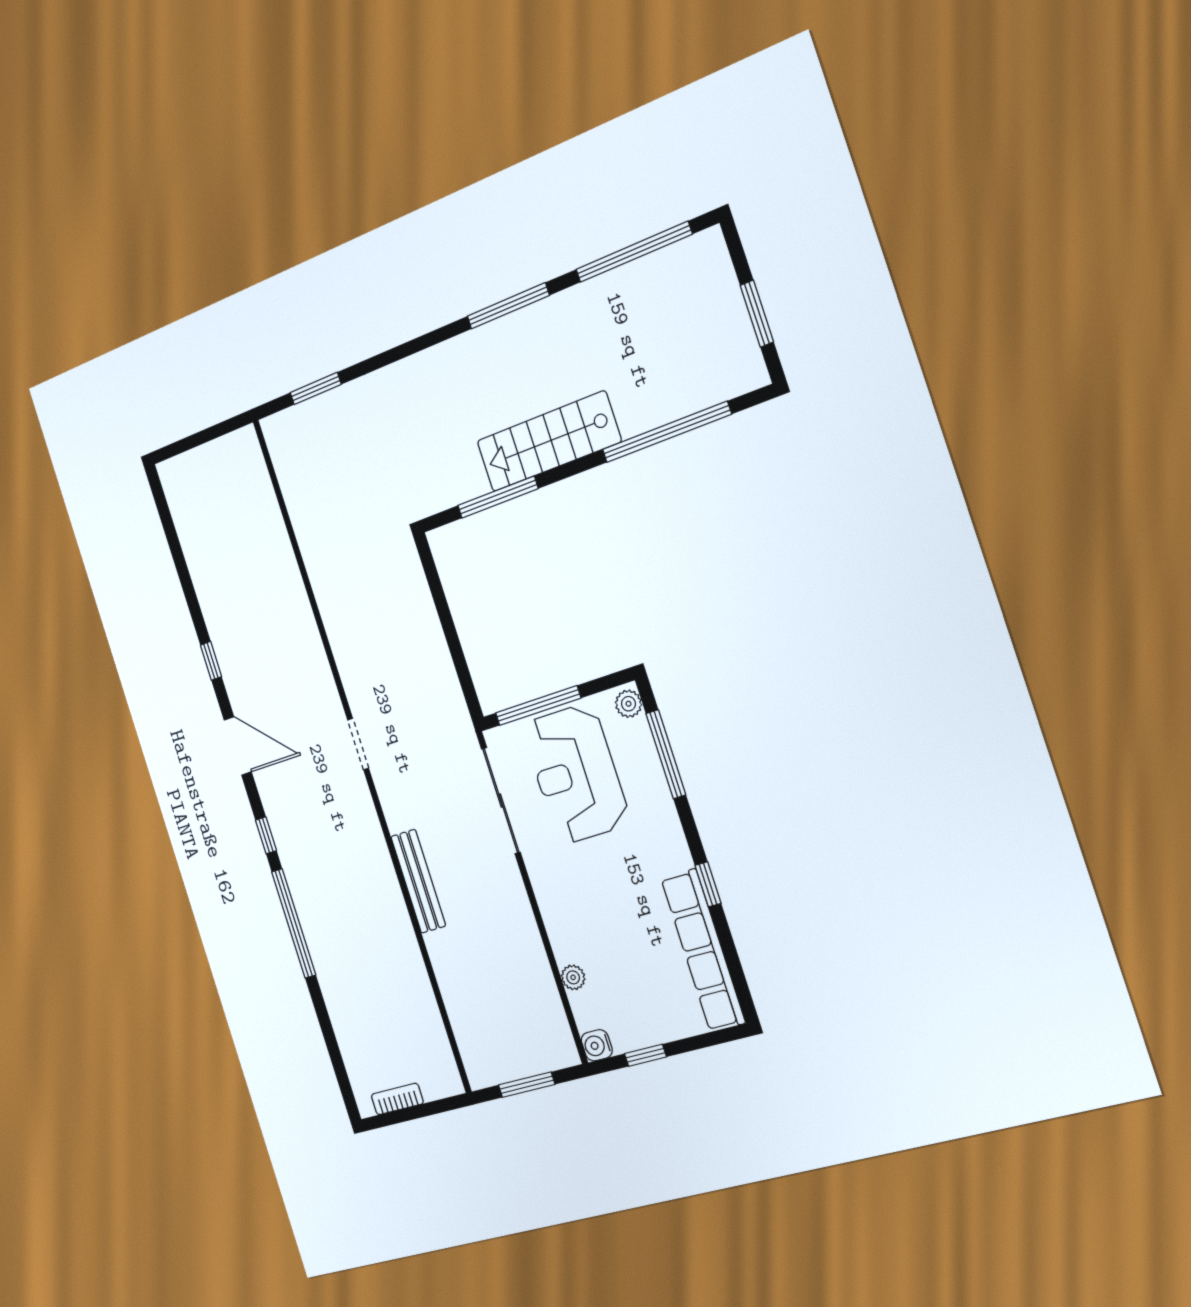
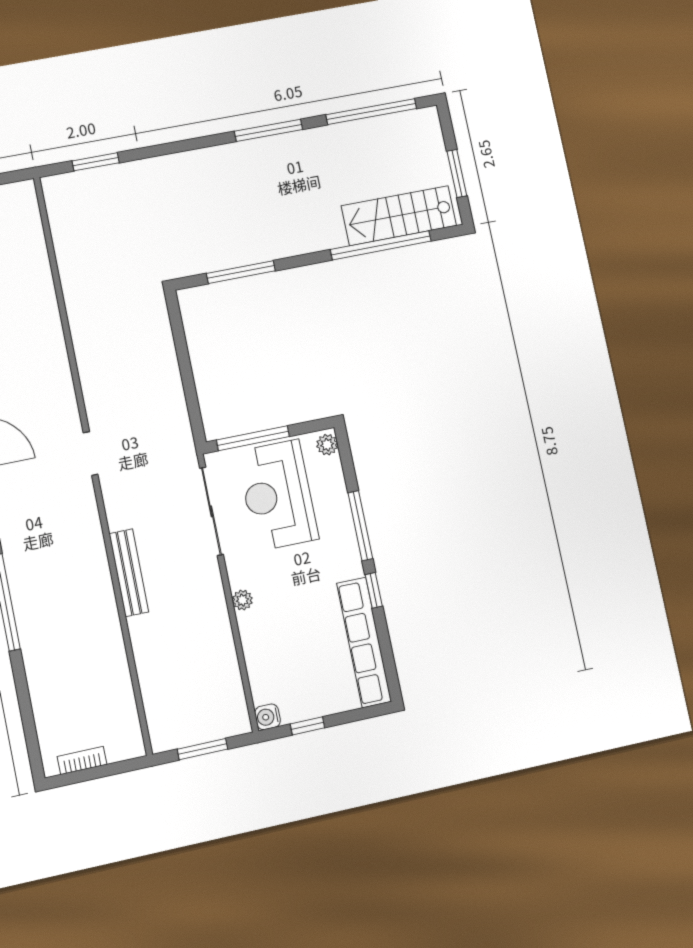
stairs: (549, 441) -> (399, 216), moved
window: (666, 754) -> (360, 526), moved
plant: (573, 977) -> (242, 600), moved

